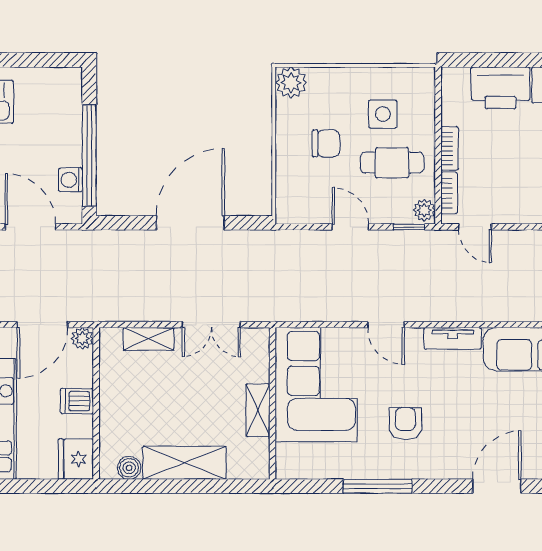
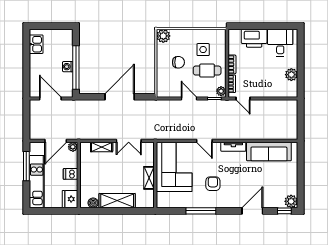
washing machine: (71, 180) -> (68, 67), moved

